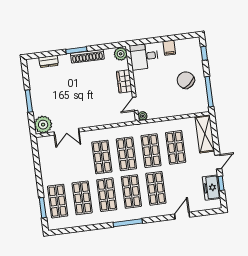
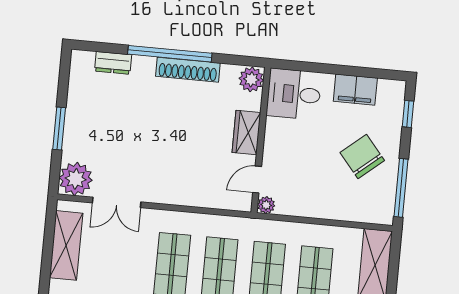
filing cabinet: (169, 48) -> (355, 90), width x2.00
window: (76, 50) -> (170, 54), width x2.11
shelving: (46, 159) -> (66, 245), added

